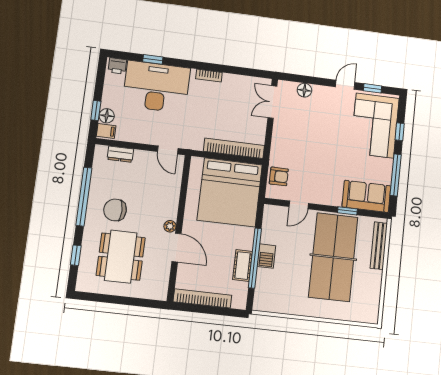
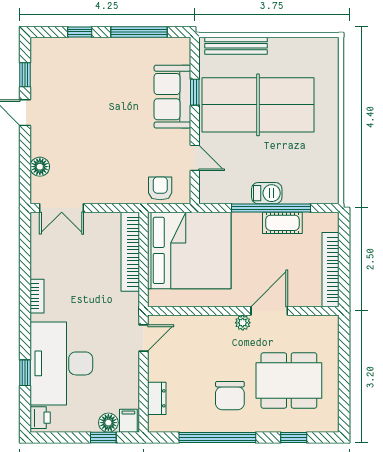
corner sofa: (375, 126) -> (76, 67), removed
sofa: (366, 196) -> (172, 97), moved

